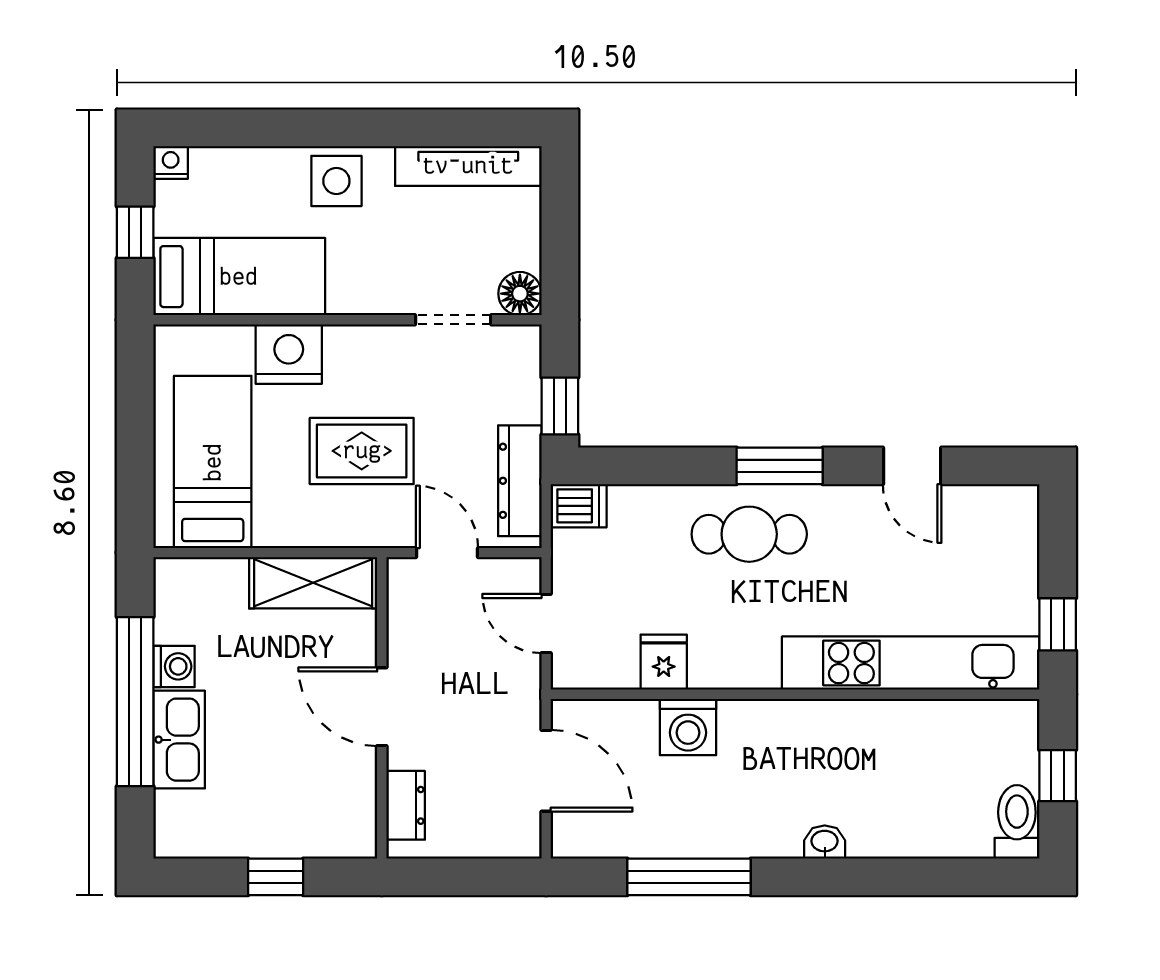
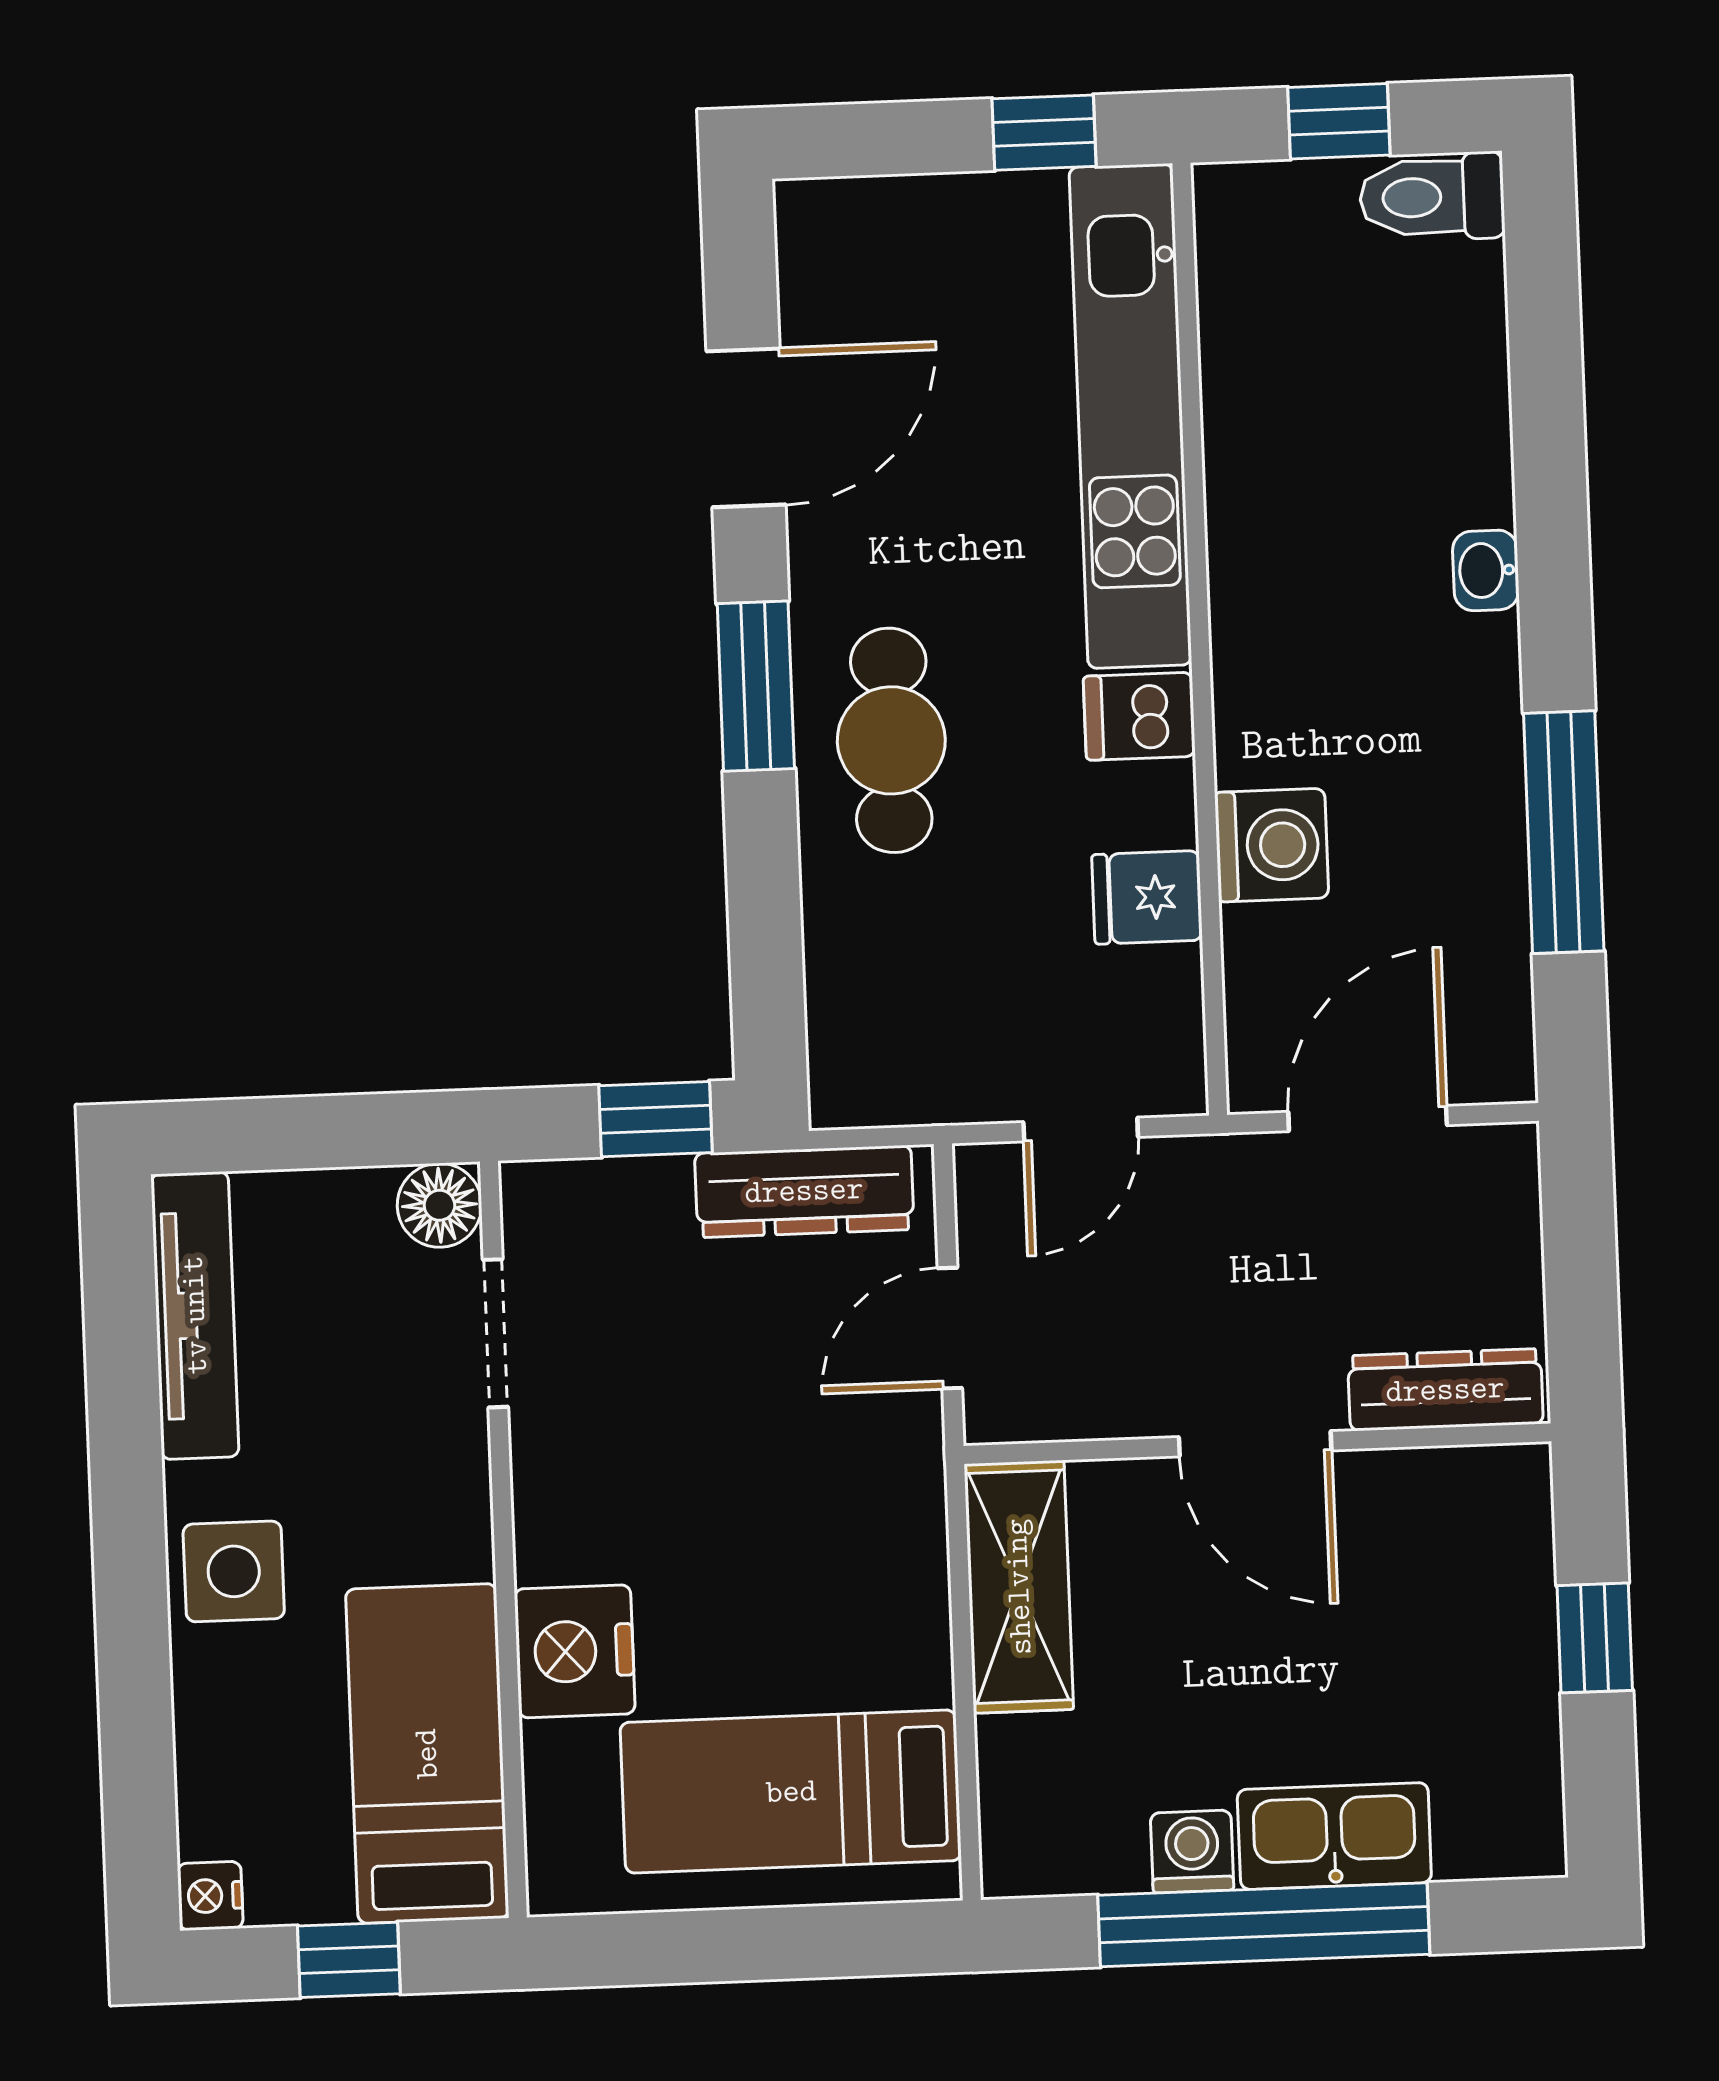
rug: (362, 451) -> (758, 1502), removed
door: (912, 466) -> (746, 428), width x1.38
dishwasher: (579, 506) -> (1139, 716), moved, turned -90
door: (382, 707) -> (1255, 1444), hinge flipped
dresser: (406, 805) -> (1445, 1390), width x1.44

